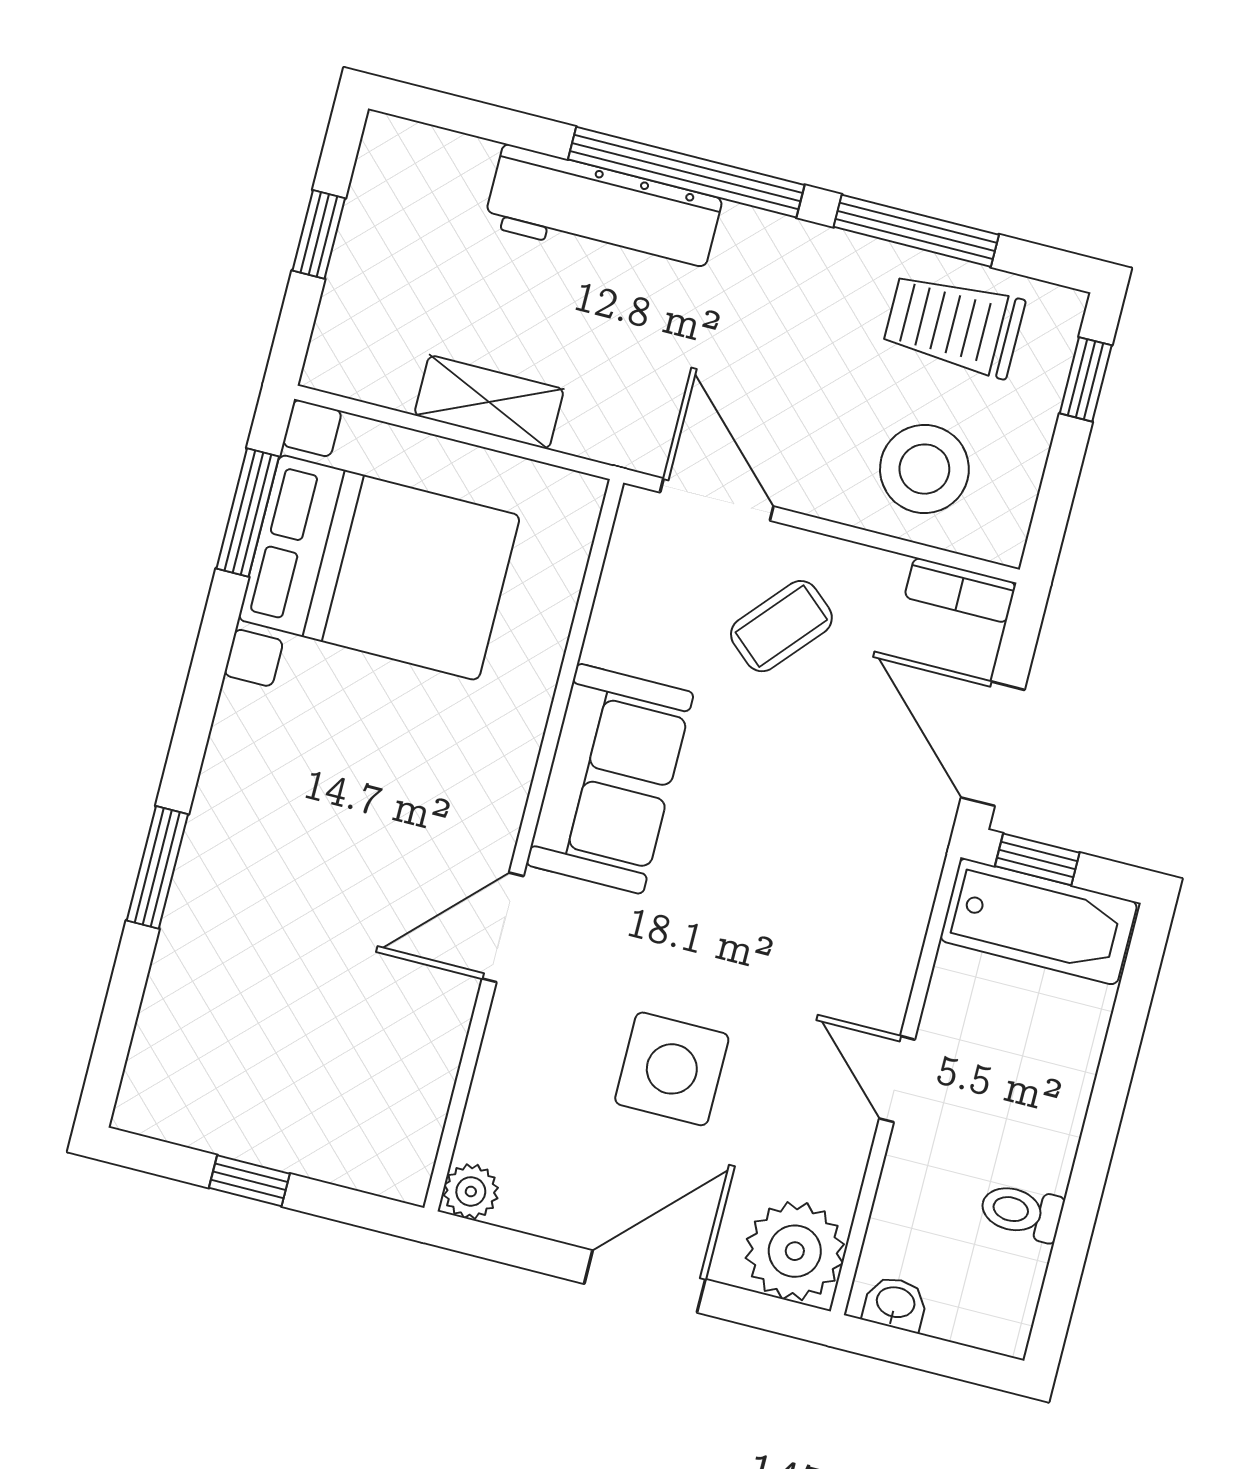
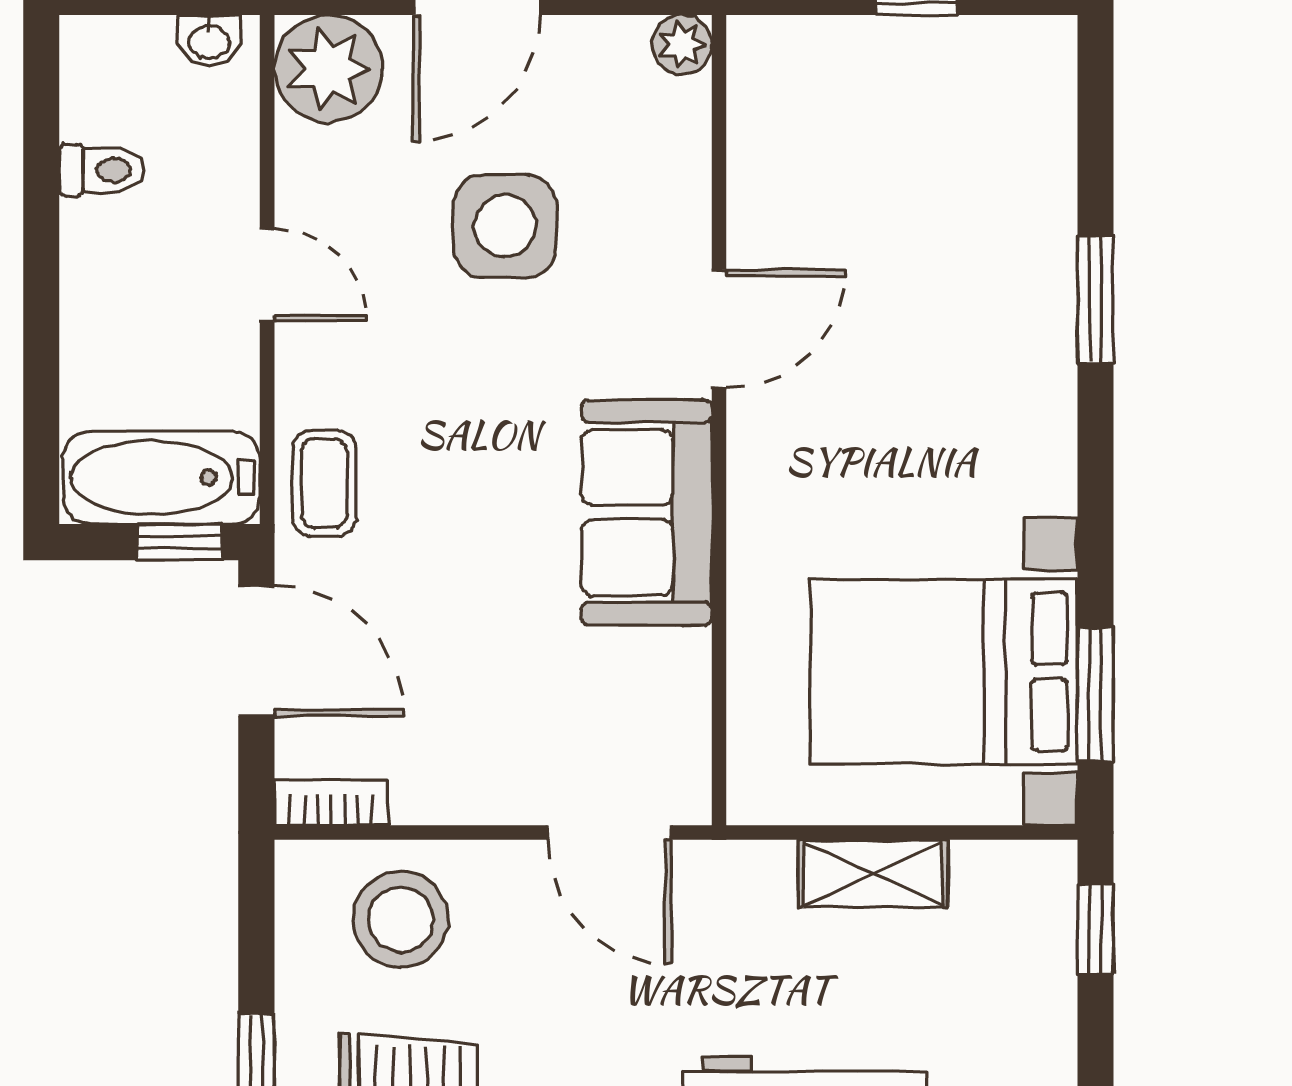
window: (319, 234) -> (1096, 929), moved
coffee table: (781, 626) -> (324, 483), moved, turned -41

